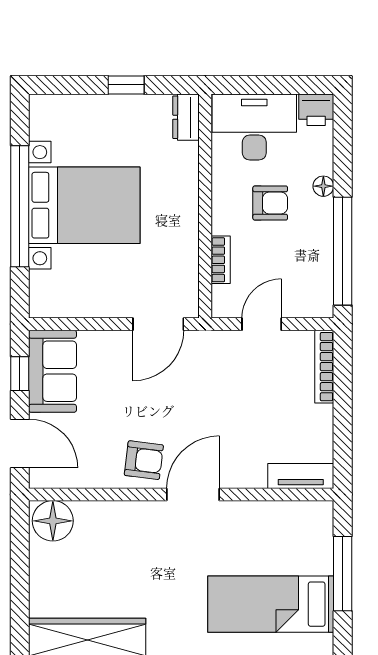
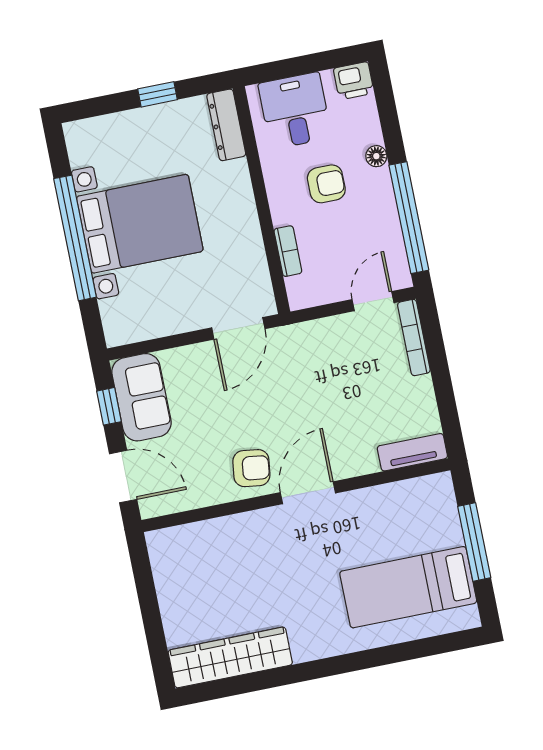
dresser: (186, 117) -> (226, 125), width x1.44
desk: (254, 127) -> (295, 111), width x0.73
door: (262, 324) -> (373, 301), moved
floor lamp: (53, 521) -> (172, 548), removed

